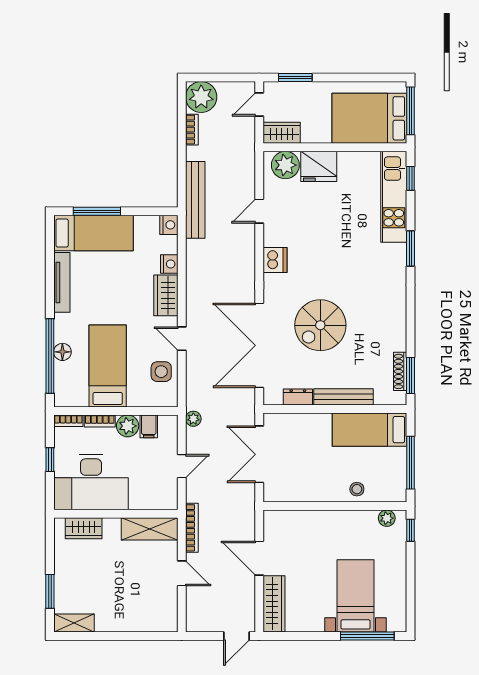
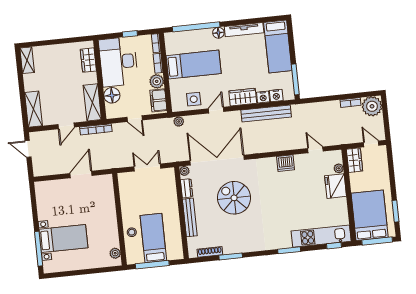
window: (295, 78) -> (396, 211), moved
plant: (285, 165) -> (339, 168), width x0.53, depth x0.53
bench: (195, 200) -> (266, 114), moved
window: (97, 211) -> (295, 79), moved
door: (259, 211) -> (315, 150), moved
nightstand: (169, 225) -> (276, 95), moved
dishwasher: (275, 260) -> (285, 163), moved
floor lamp: (62, 352) -> (218, 33), moved
window: (411, 376) -> (231, 256), moved
plant: (271, 398) -> (184, 171), added
plant: (193, 419) -> (179, 122), moved
filing cabinet: (149, 426) -> (158, 100), width x2.00
bed: (369, 430) -> (153, 238), moved
double door: (259, 454) -> (147, 167), width x0.73
floor lamp: (142, 498) -> (112, 95), added
window: (411, 530) -> (109, 269), removed
window: (50, 591) -> (46, 43), removed
wardrobe: (274, 604) -> (53, 187), removed
shelving: (151, 621) -> (33, 109), added
door: (236, 636) -> (28, 149), moved

